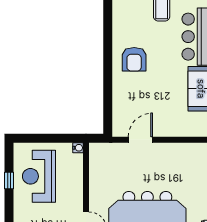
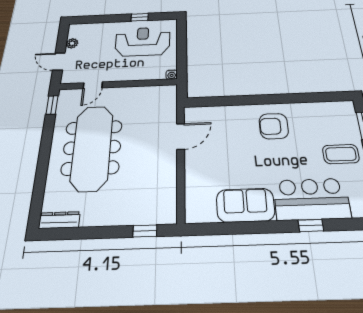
door: (140, 140) -> (181, 136), hinge flipped

